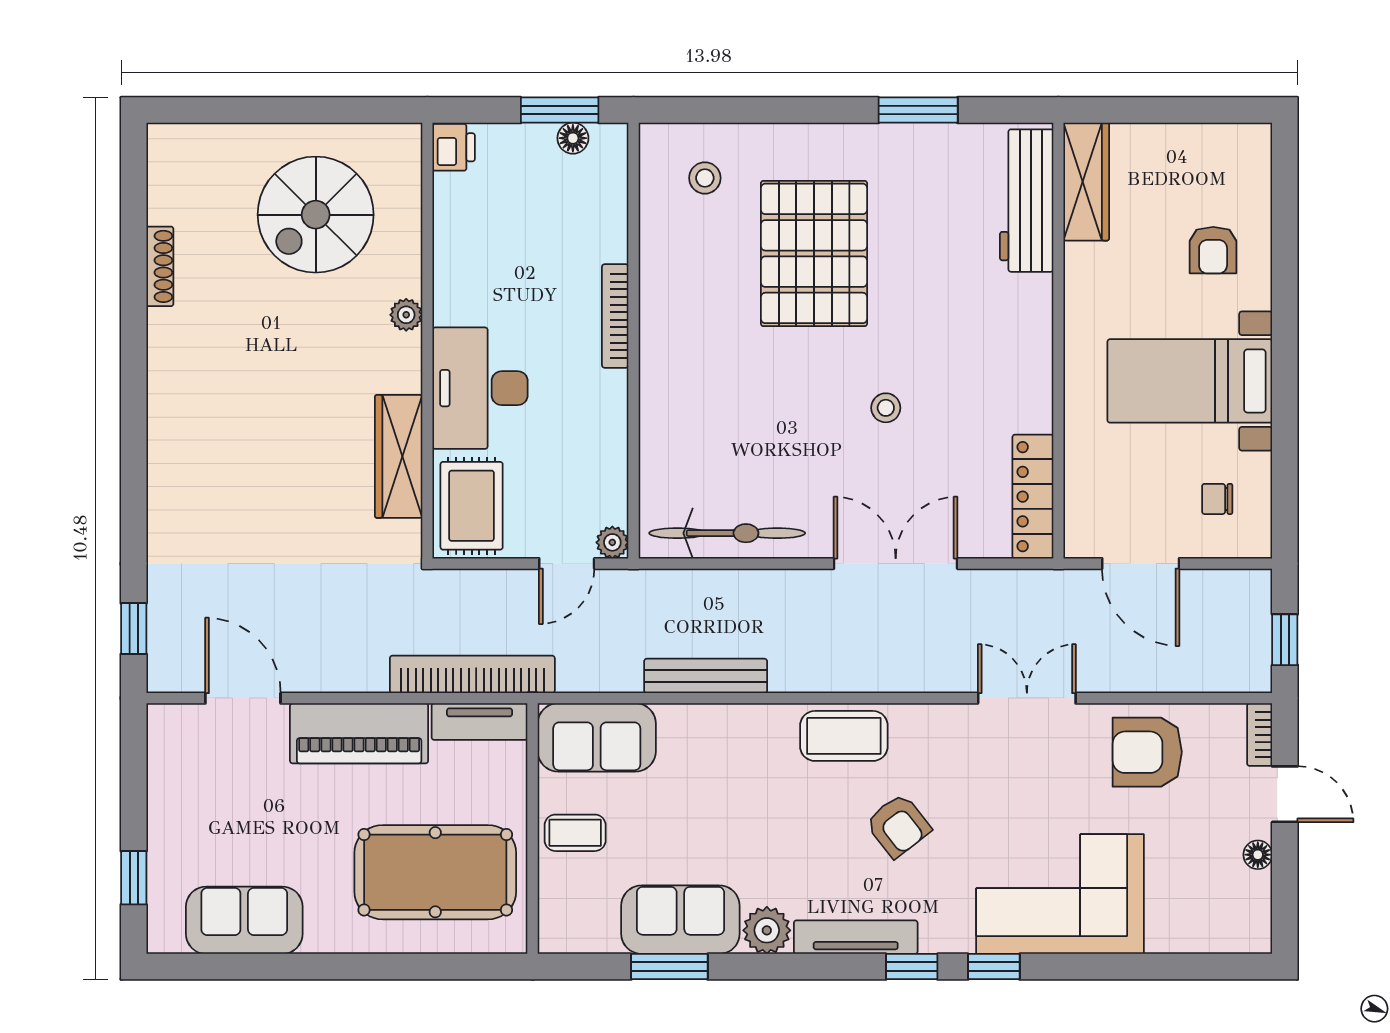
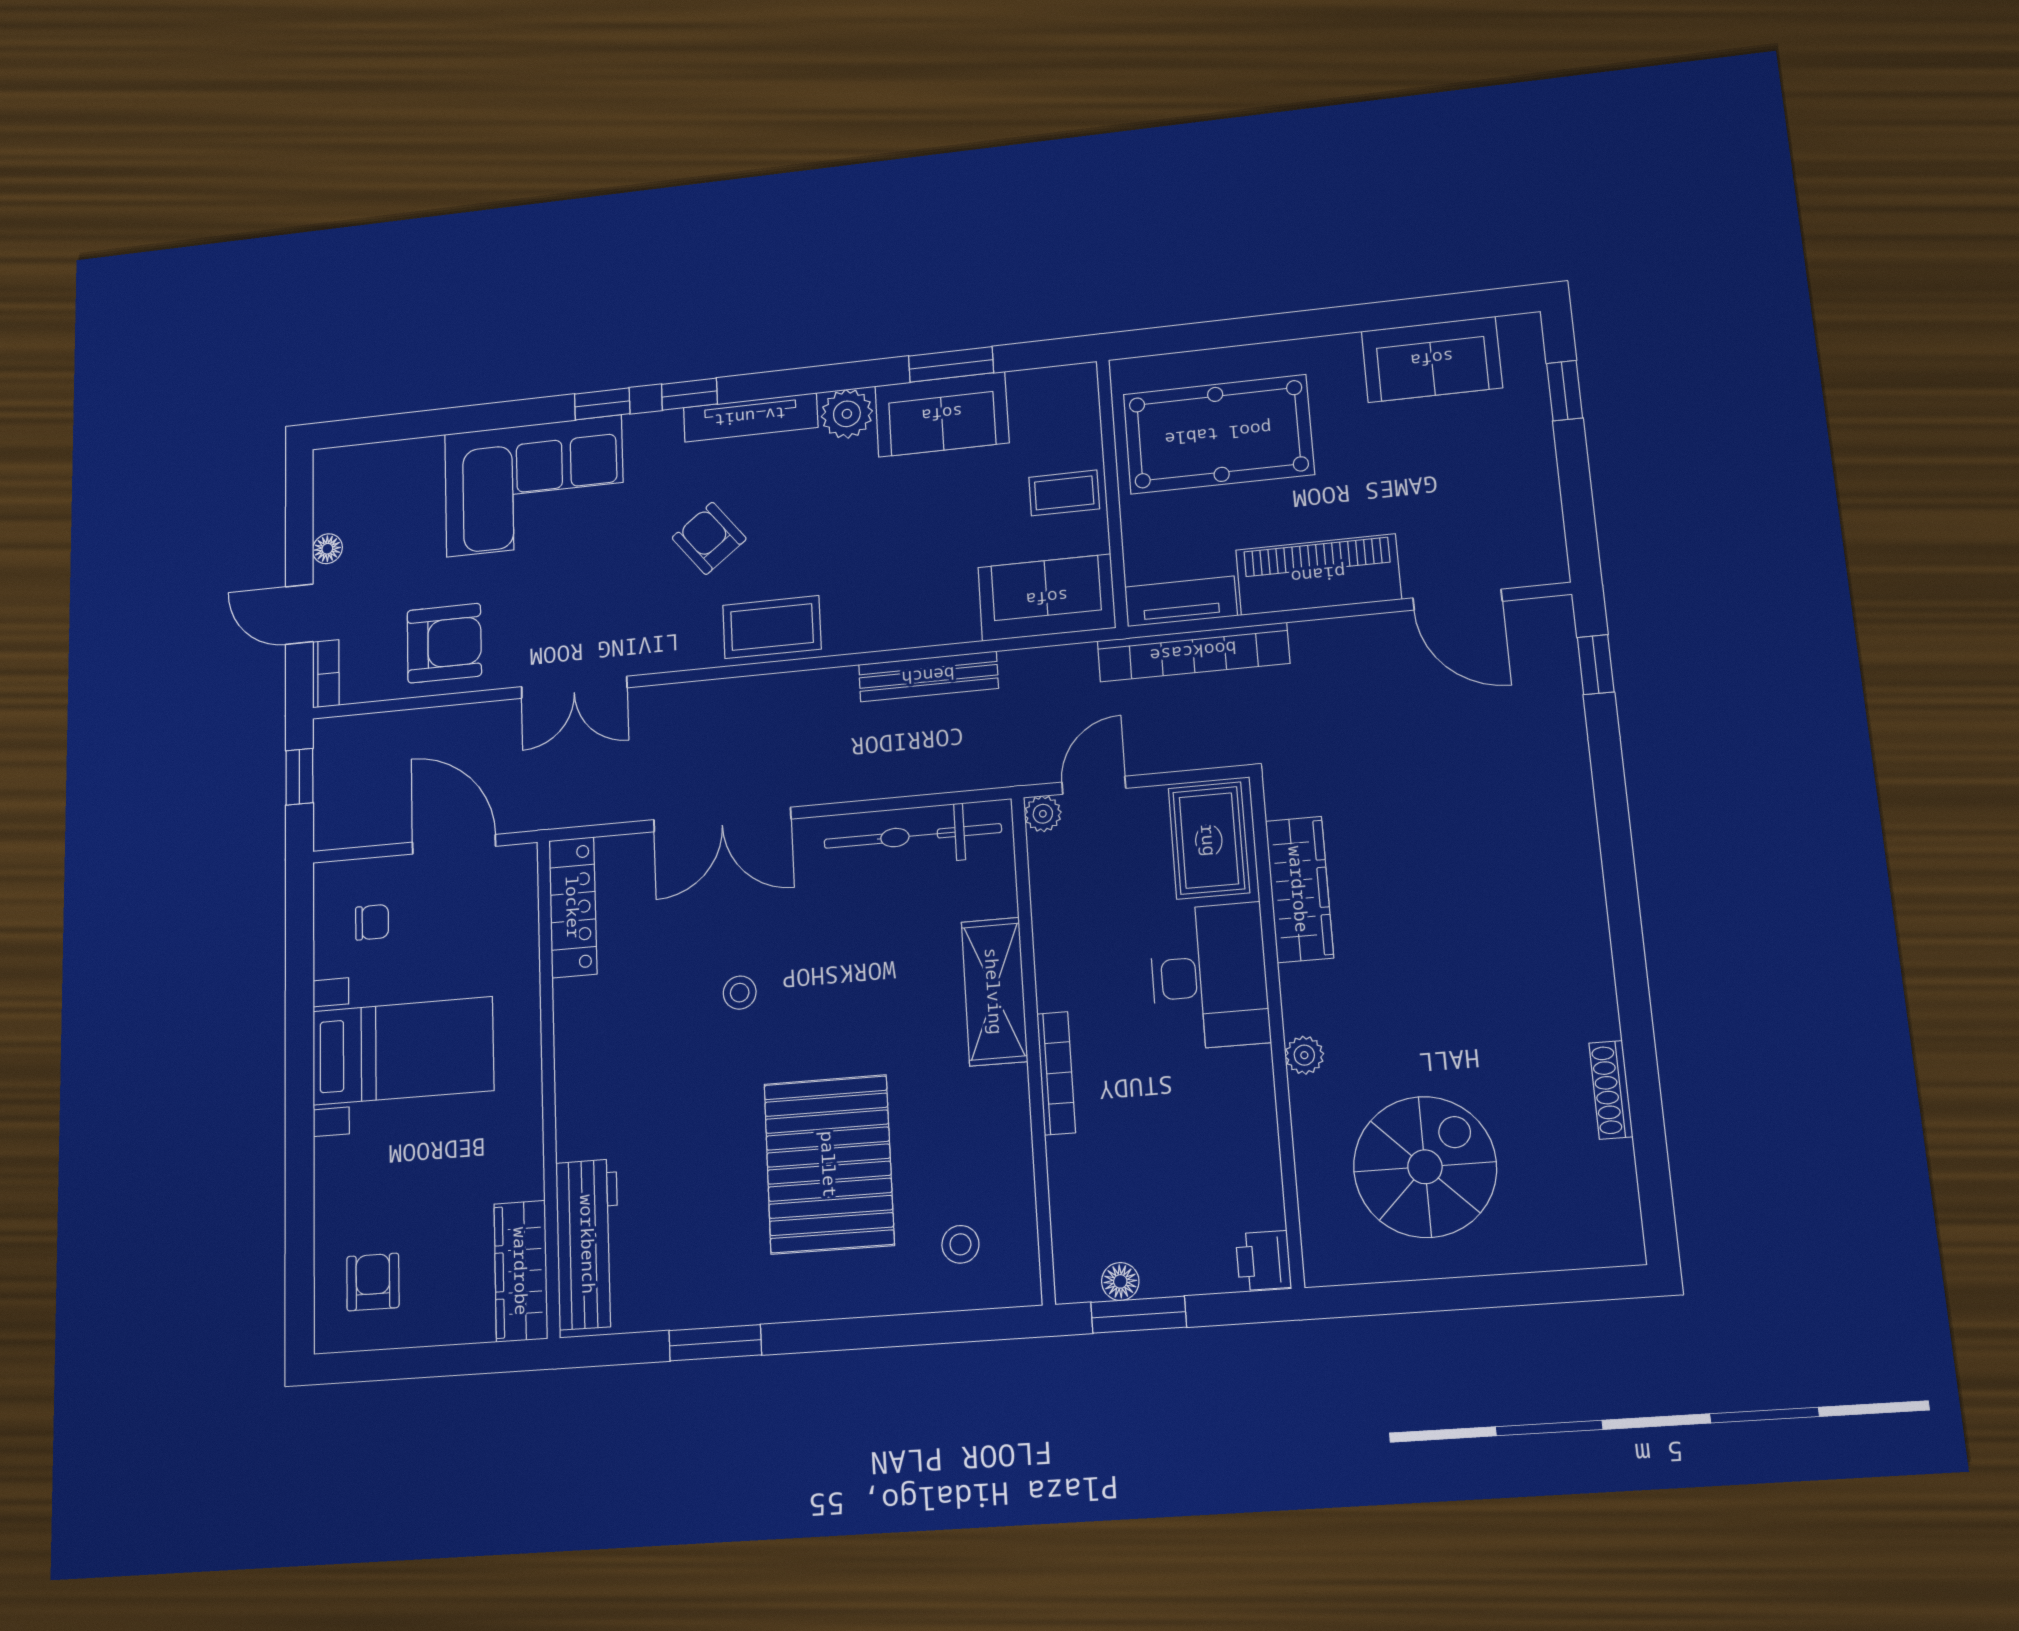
armchair: (1213, 250) -> (373, 1282), moved
shelving: (664, 390) -> (994, 991), added

